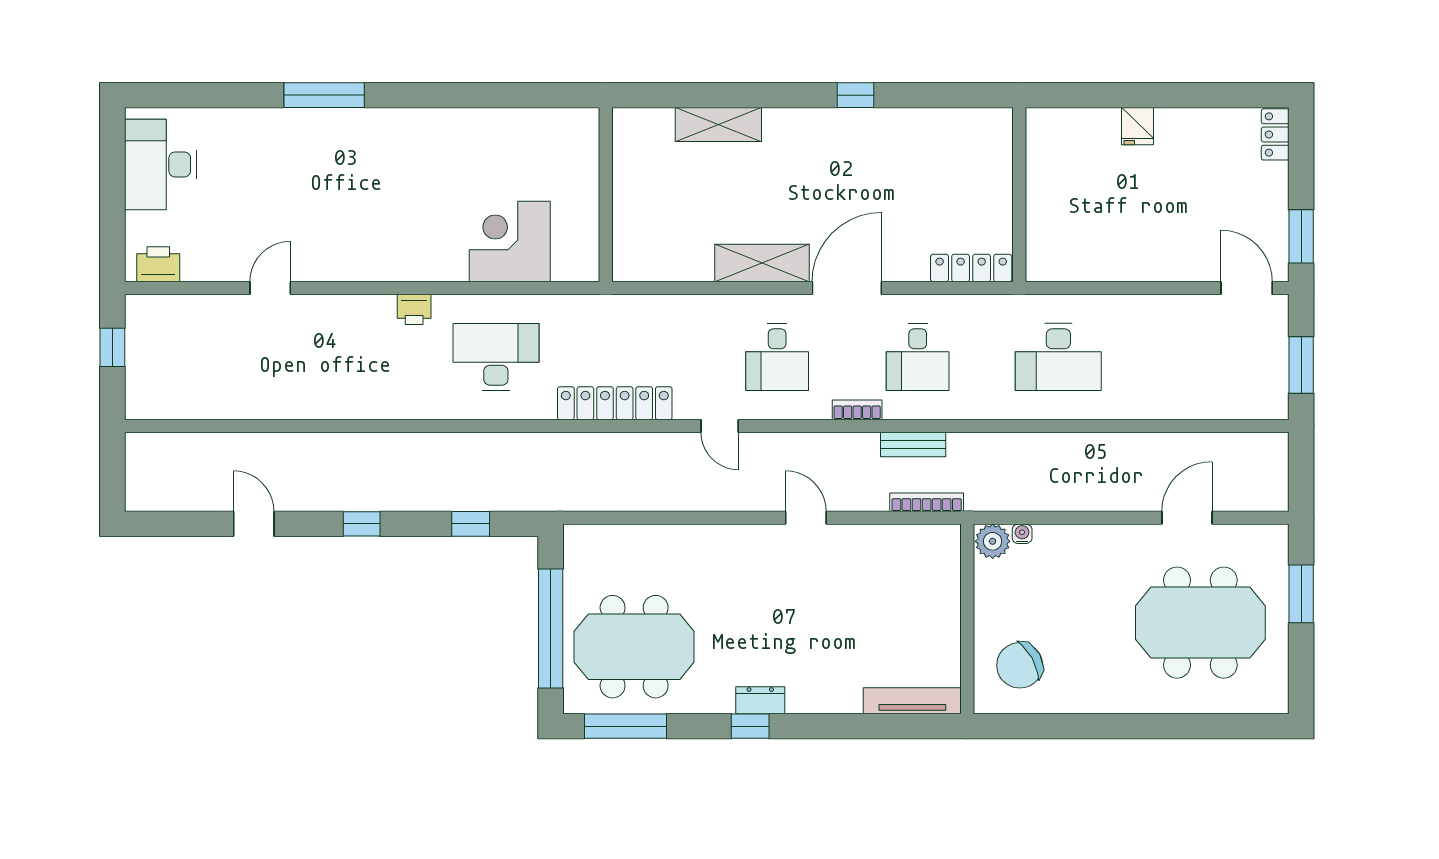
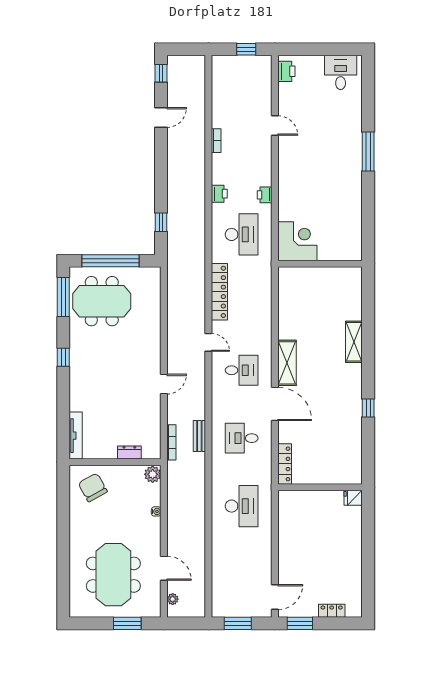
fridge: (1137, 126) -> (353, 498), moved
locker: (1275, 134) -> (332, 611), moved
desk: (160, 164) -> (341, 72), width x0.73
wall: (606, 195) -> (320, 264), moved
desk: (777, 357) -> (242, 370), turned 180
desk: (1058, 357) -> (242, 506), turned 180
printer: (412, 403) -> (219, 194), added
bookcase: (857, 410) -> (216, 141), moved
door: (720, 426) -> (208, 342), swing flipped
plant: (1251, 500) -> (173, 599), added
window: (362, 524) -> (161, 73), moved
water cooler: (1022, 534) -> (156, 511), moved
meeting table: (634, 647) -> (102, 301), turned 90
dresser: (760, 700) -> (129, 452), moved, turned -90

